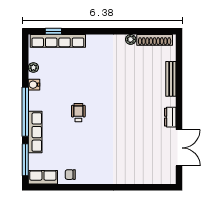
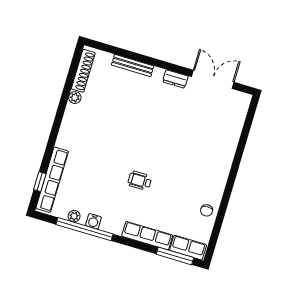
window: (25, 112) -> (84, 229), moved
row of seats: (43, 177) -> (188, 248), moved, turned 90

